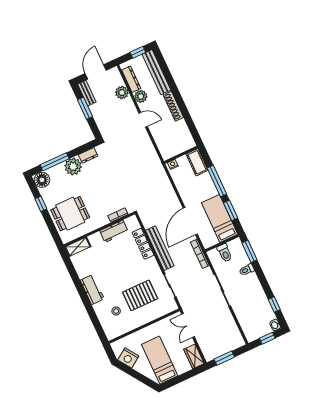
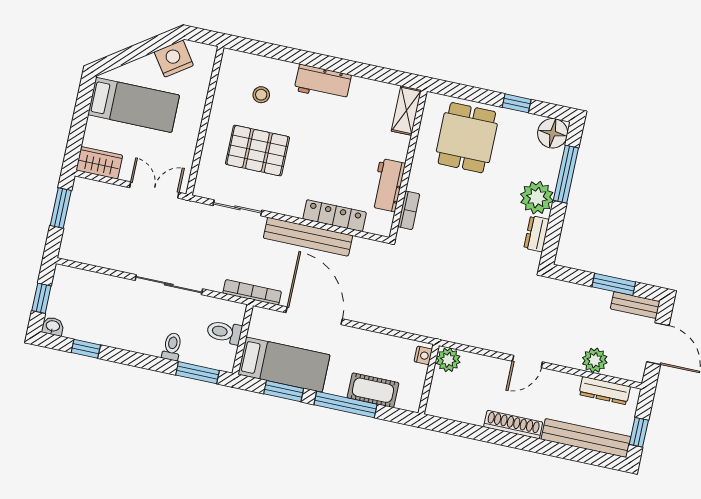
plant: (141, 96) -> (448, 360), moved
cot: (197, 162) -> (373, 390), moved
pallet: (140, 295) -> (257, 151), turned 90

